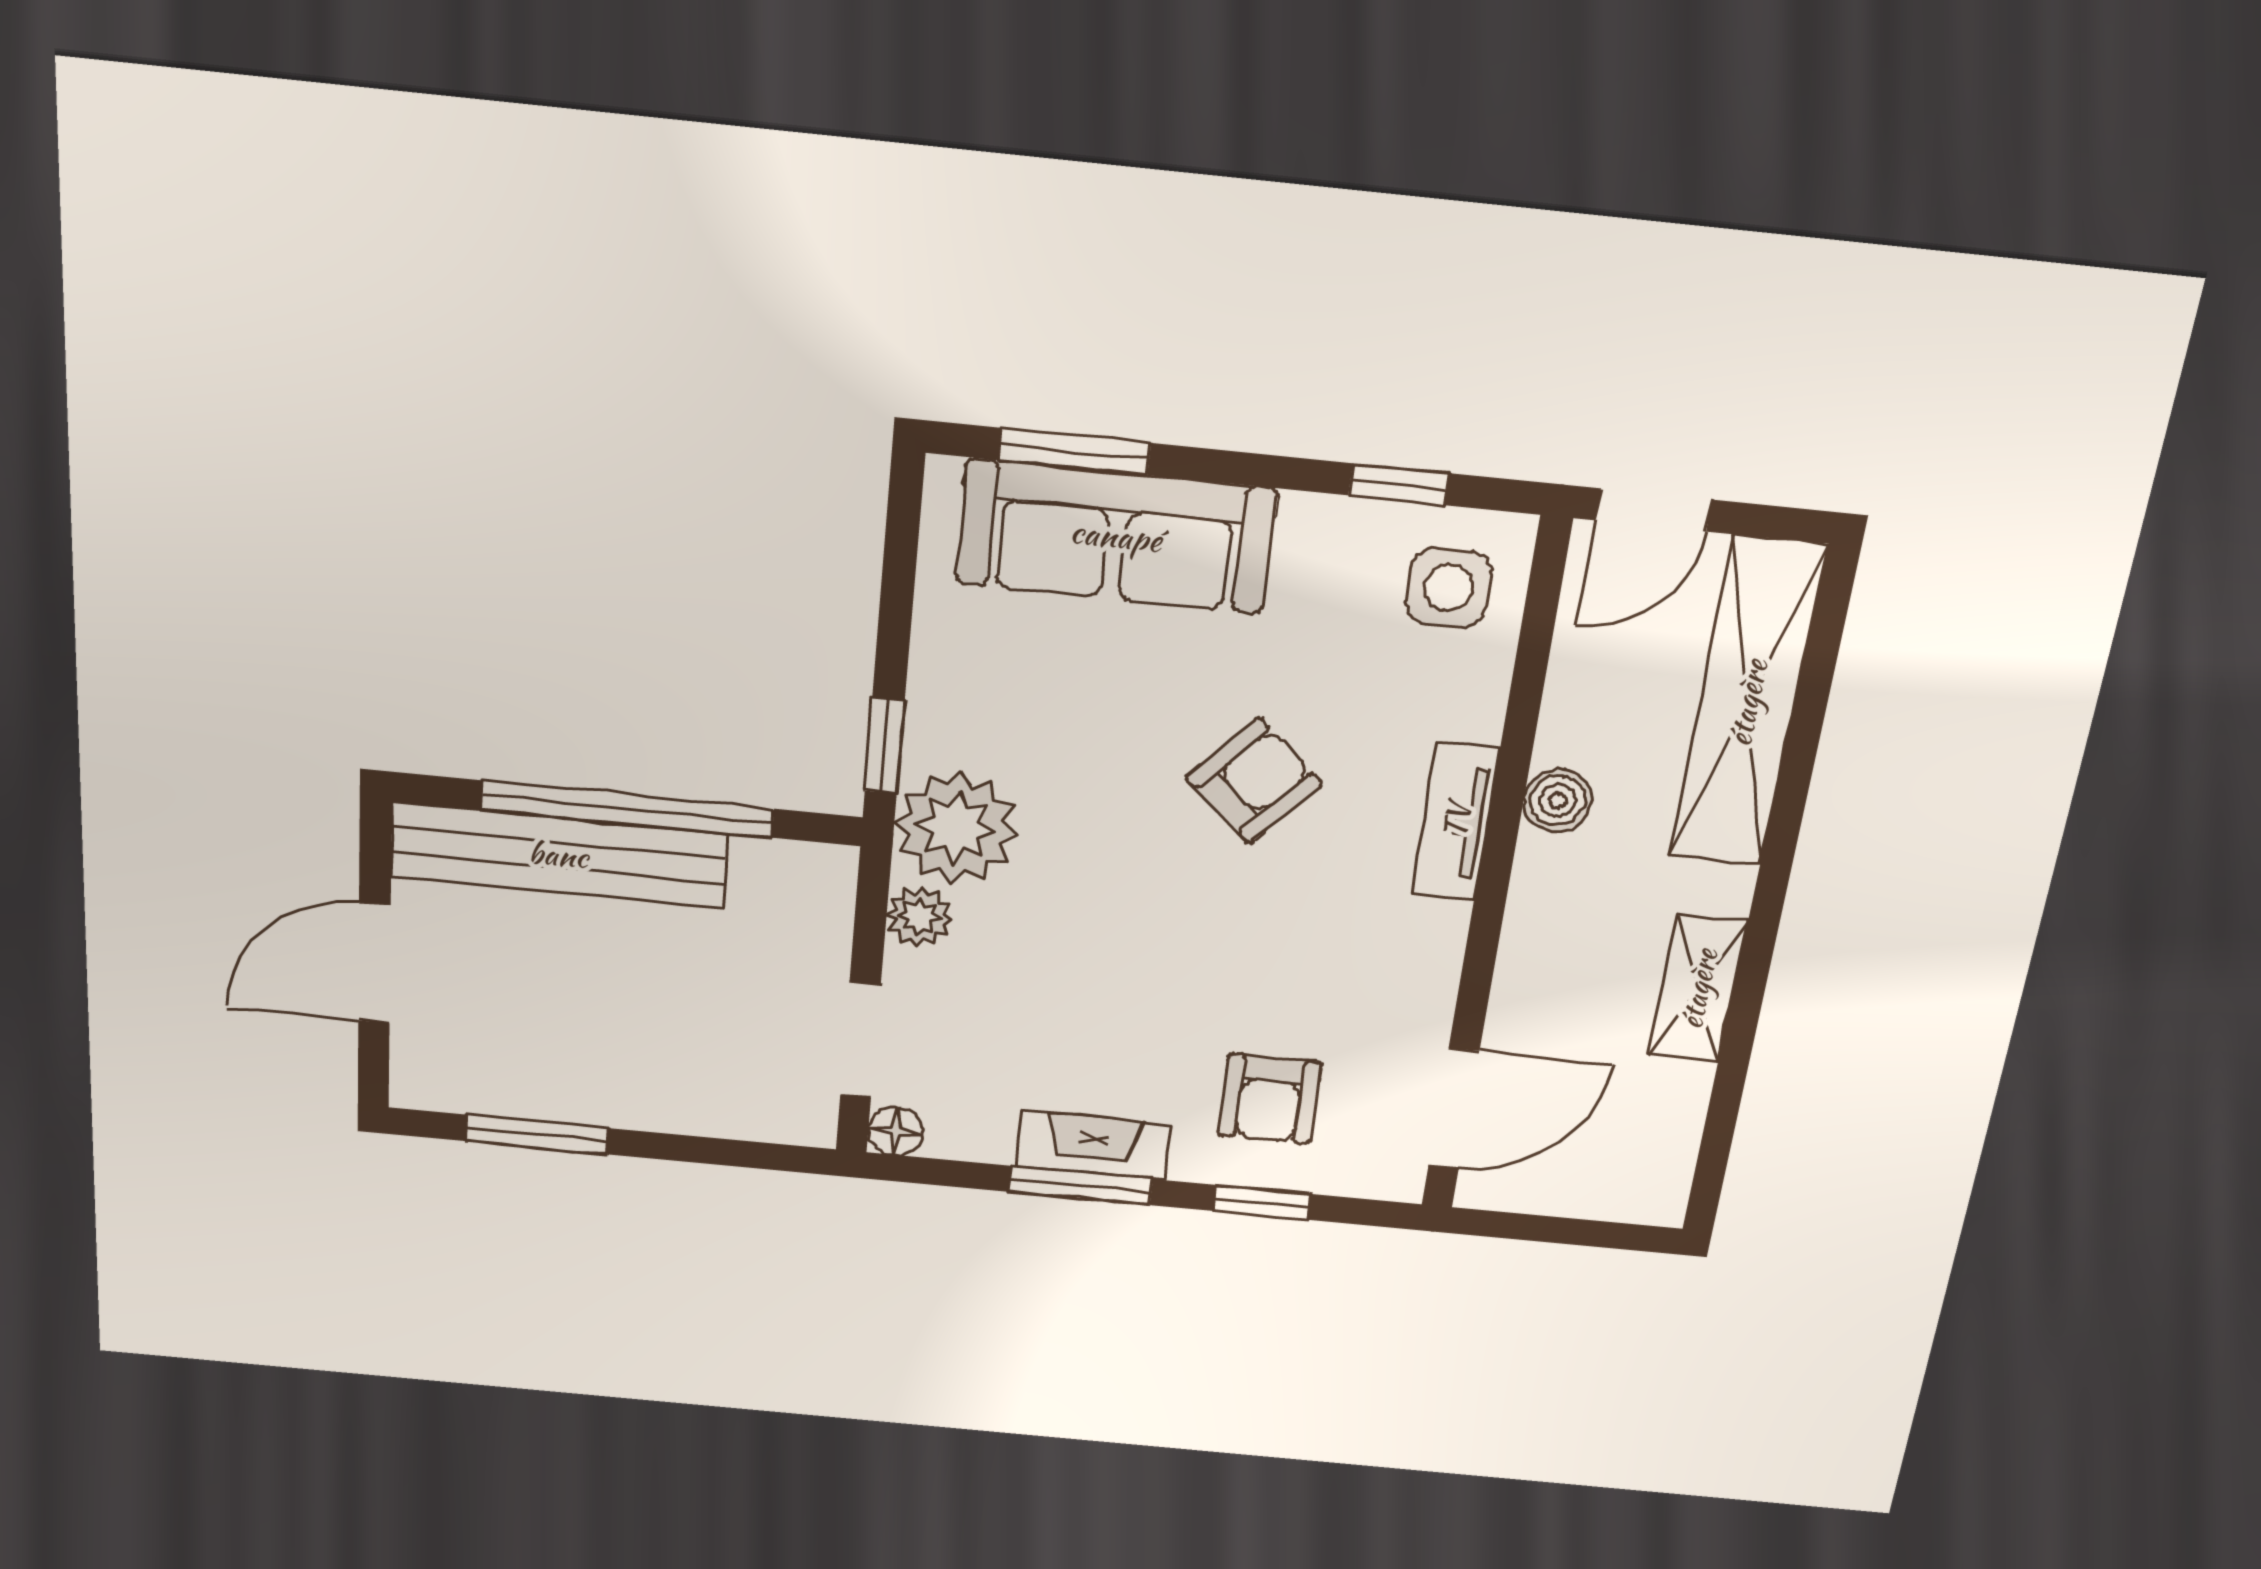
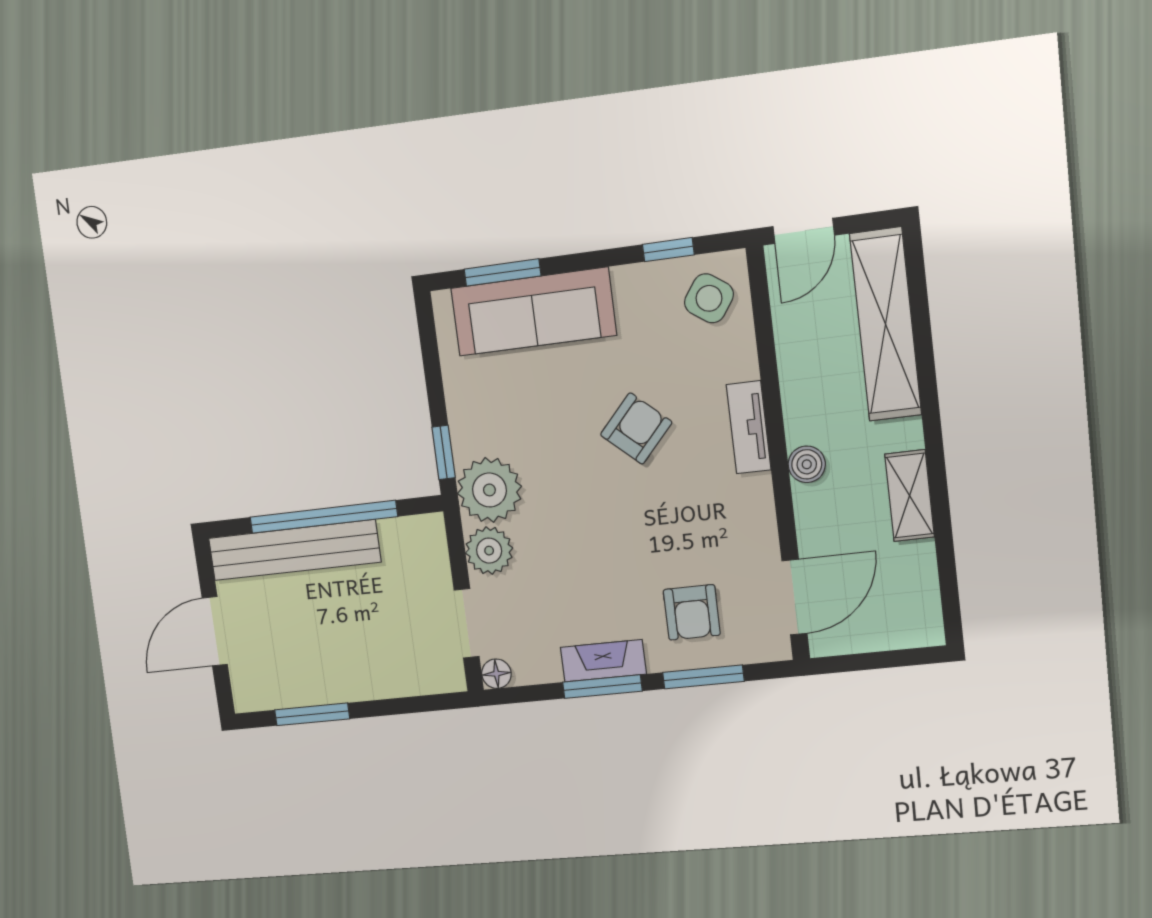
side table: (1449, 587) -> (709, 298), turned 35
boiler: (1558, 800) -> (807, 464), moved
plant: (919, 917) -> (489, 551), width x1.38, depth x1.38
window: (1261, 1202) -> (703, 677), width x1.50

